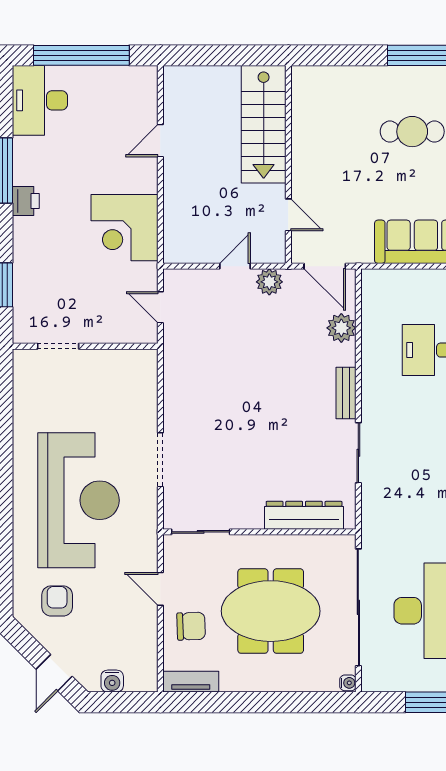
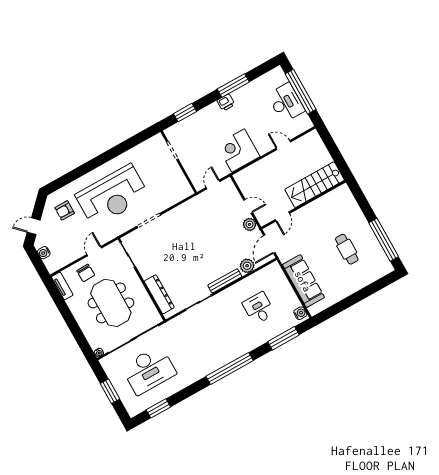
desk: (40, 100) -> (286, 103), moved, turned 90
bench: (346, 393) -> (225, 281), width x1.36
armchair: (57, 601) -> (65, 210), turned 180

